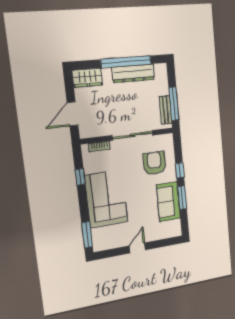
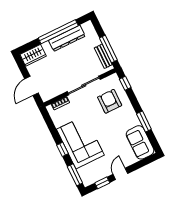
window: (180, 170) -> (125, 83), moved
window: (80, 177) -> (63, 149), moved
sofa: (168, 202) -> (140, 142), moved
window: (114, 252) -> (102, 183), added

